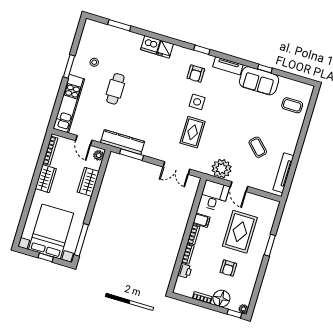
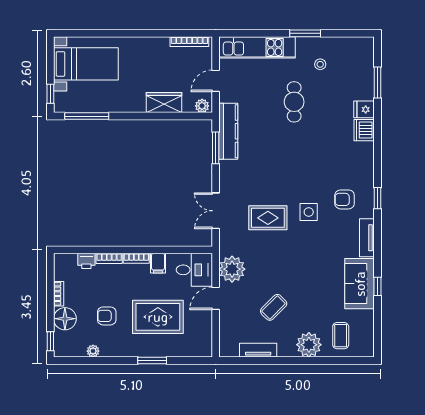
fridge: (165, 49) -> (364, 109), moved
cafe table: (115, 89) -> (294, 102), turned 90
plant: (292, 130) -> (309, 345), added
tv unit: (283, 173) -> (258, 350), width x0.71
wardrobe: (46, 179) -> (152, 47), removed
bed with nightstands: (51, 231) -> (86, 64), width x0.73
window: (46, 257) -> (50, 94), moved
plant: (243, 309) -> (93, 351), moved

